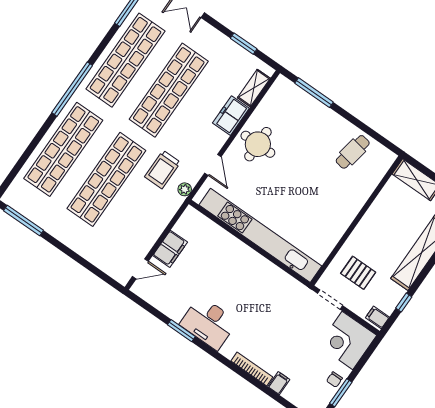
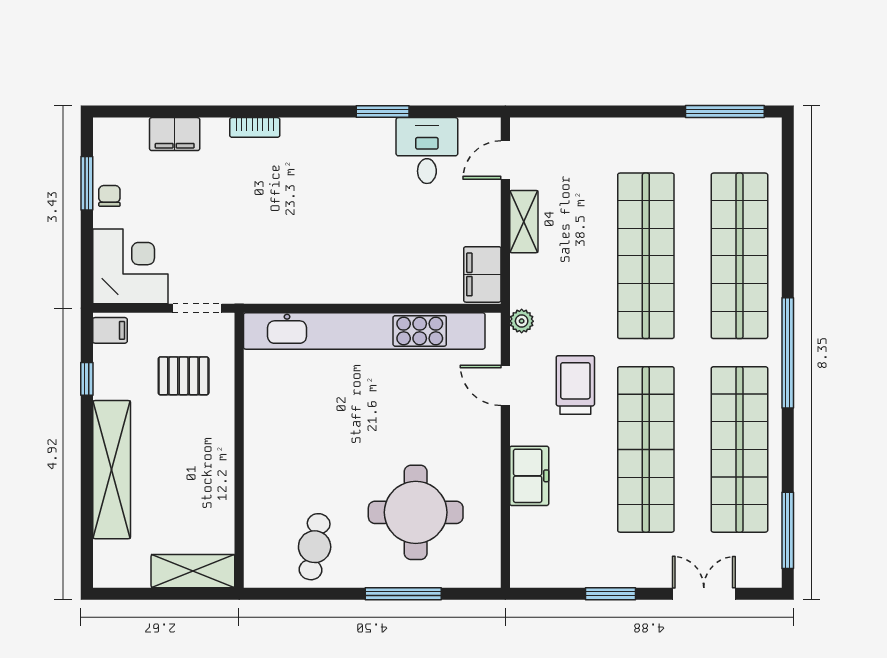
window: (244, 44) -> (611, 594), moved
shelving: (254, 88) -> (524, 222), moved
window: (314, 93) -> (403, 594), moved
round table: (258, 144) -> (416, 512), moved, width x1.36, depth x1.36
trolley: (163, 170) -> (575, 385), moved
filing cabinet: (170, 249) -> (482, 274), moved
desk: (209, 323) -> (427, 151), moved, width x0.73
bookcase: (252, 369) -> (255, 127), width x0.64
filing cabinet: (279, 383) -> (175, 134), width x2.00

